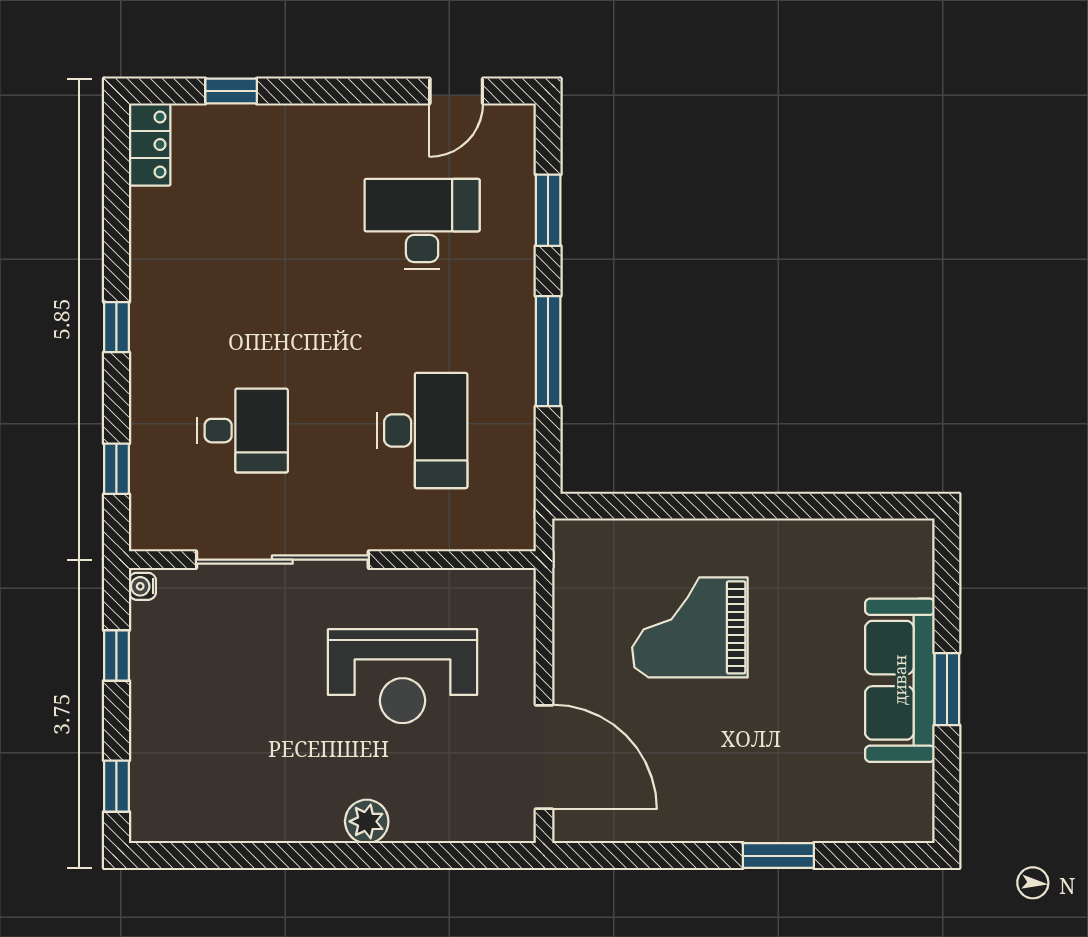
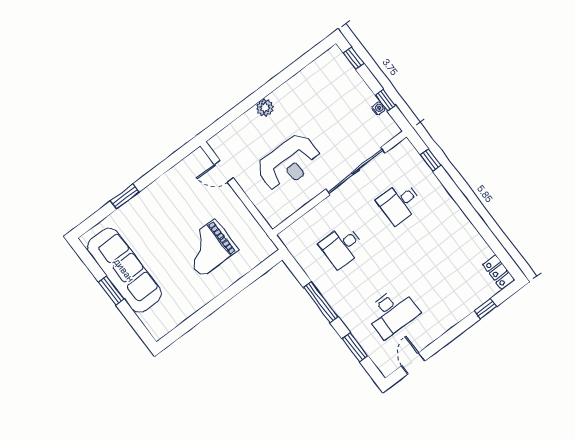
window: (116, 327) -> (465, 205), removed
desk: (422, 431) -> (342, 246), width x0.73
water cooler: (142, 586) -> (378, 108), moved
grand piano: (690, 627) -> (208, 248), turned 180
reception desk: (403, 676) -> (289, 163), turned 180
sofa: (900, 680) -> (124, 270), width x1.36, depth x1.27
door: (544, 757) -> (224, 171), width x0.53

